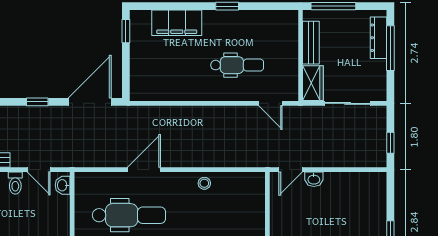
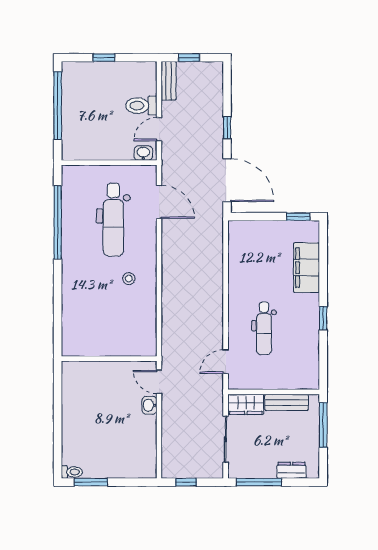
dresser: (379, 38) -> (291, 470), width x0.70
window: (390, 48) -> (259, 482), moved
door: (144, 170) -> (159, 202), moved
toilet: (15, 183) -> (141, 106), width x1.37, depth x1.39
stool: (204, 183) -> (129, 279), moved

